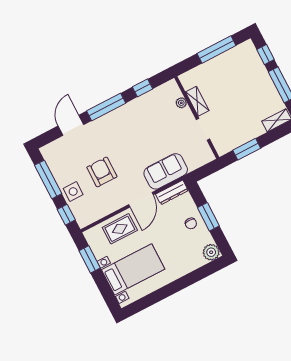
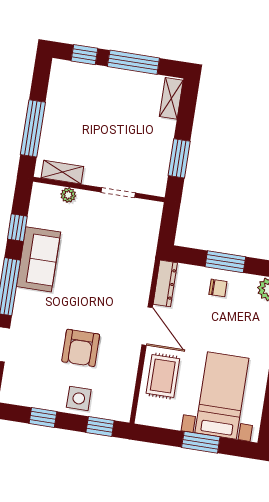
window: (216, 50) -> (33, 128), moved
shelving: (197, 101) -> (62, 172), moved
sofa: (166, 171) -> (39, 259), moved, turned 180
armchair: (102, 172) -> (81, 348), turned -90
window: (48, 179) -> (43, 417), width x0.46
window: (90, 259) -> (201, 442), moved

